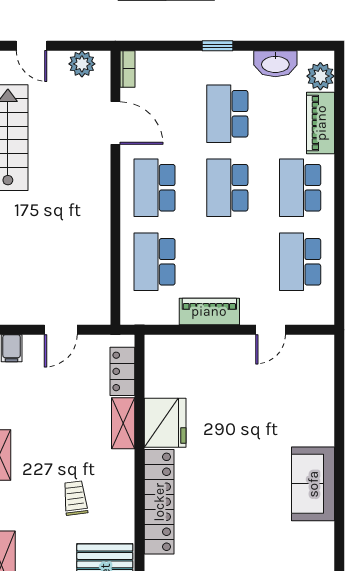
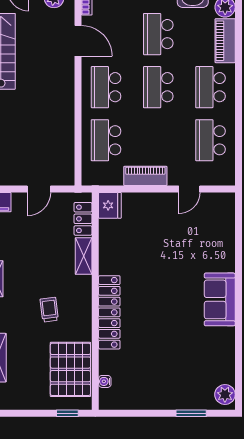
fridge: (165, 423) -> (110, 205), moved, width x0.73, depth x0.75

